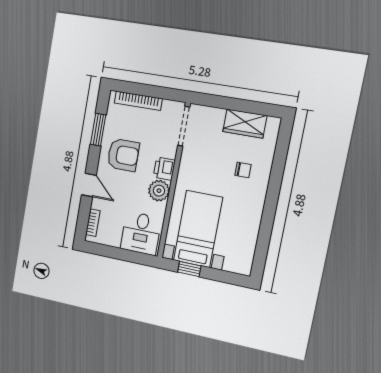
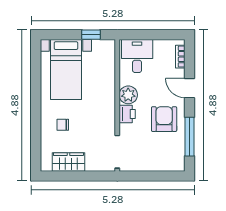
bookcase: (138, 101) -> (159, 166), removed
window: (98, 130) -> (190, 137), width x1.44
armchair: (123, 155) -> (164, 119), turned 90
bed with nightstands: (198, 229) -> (66, 69), moved

